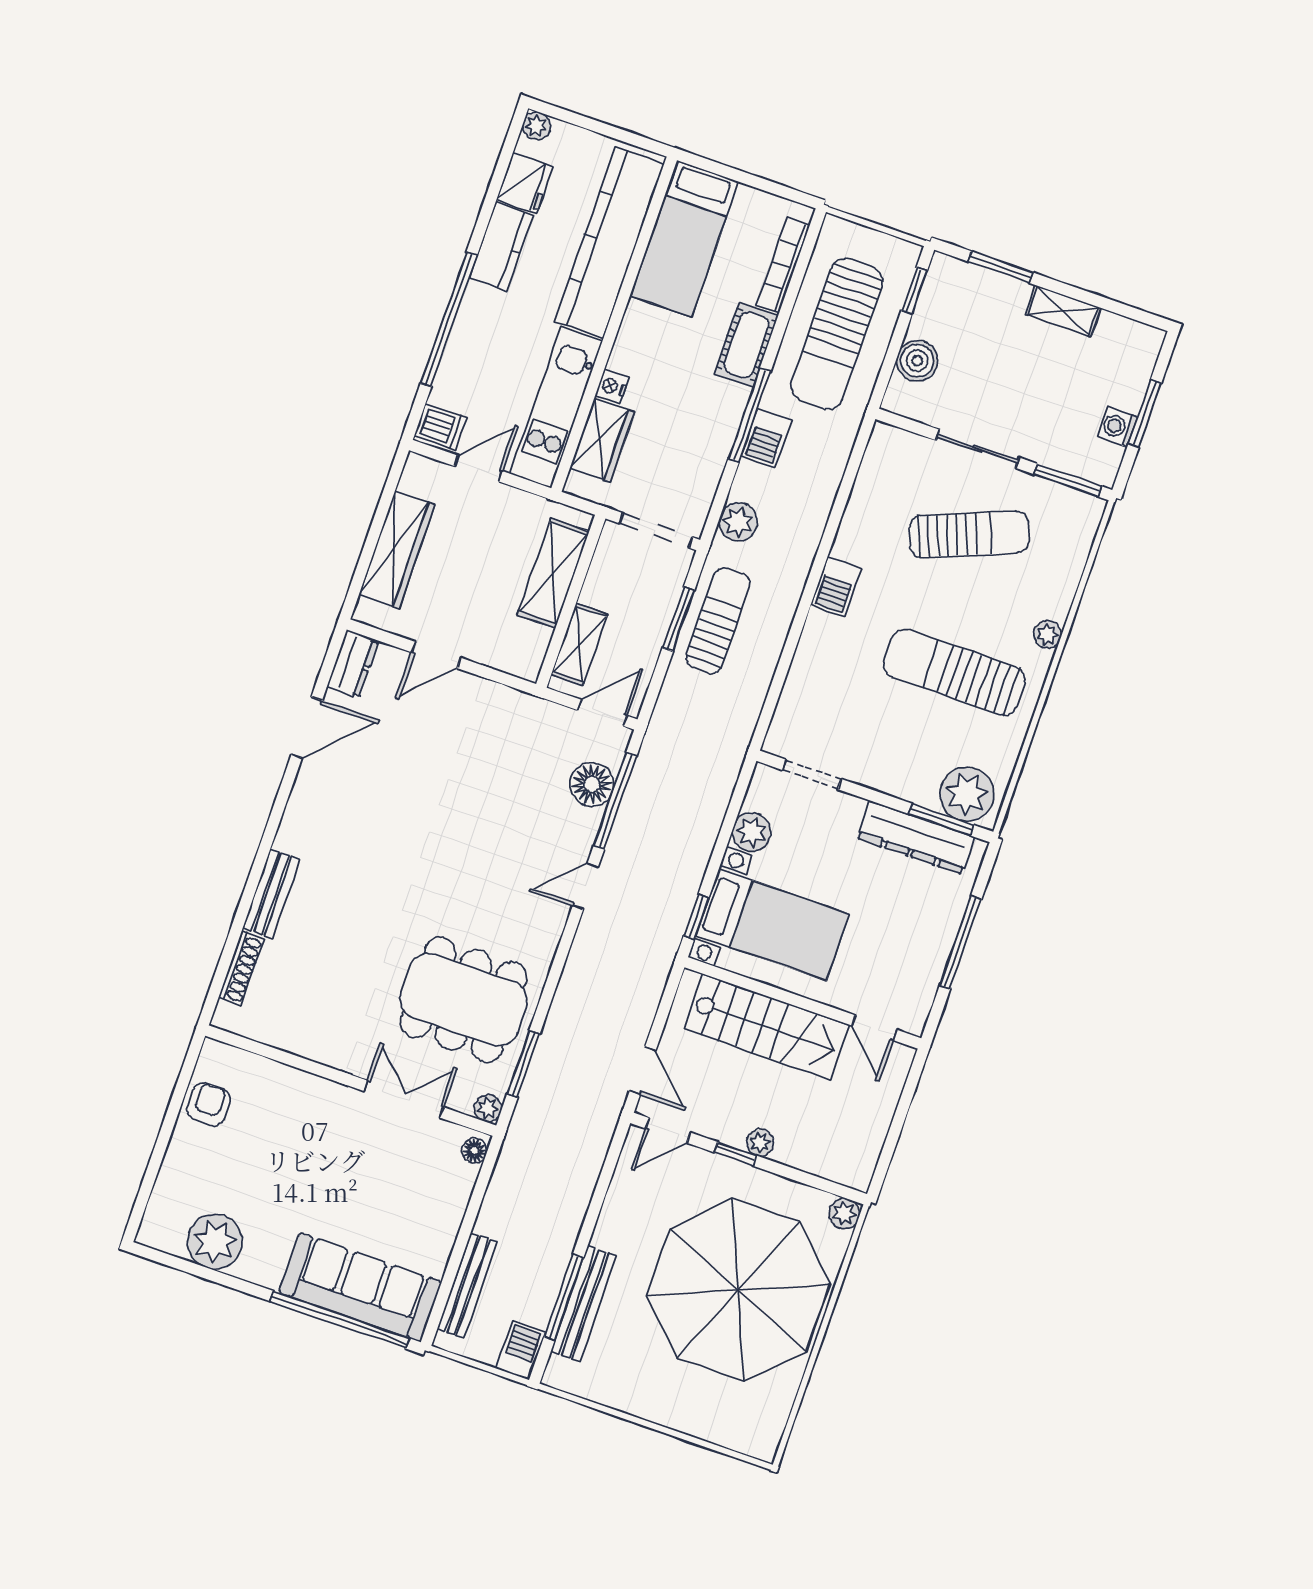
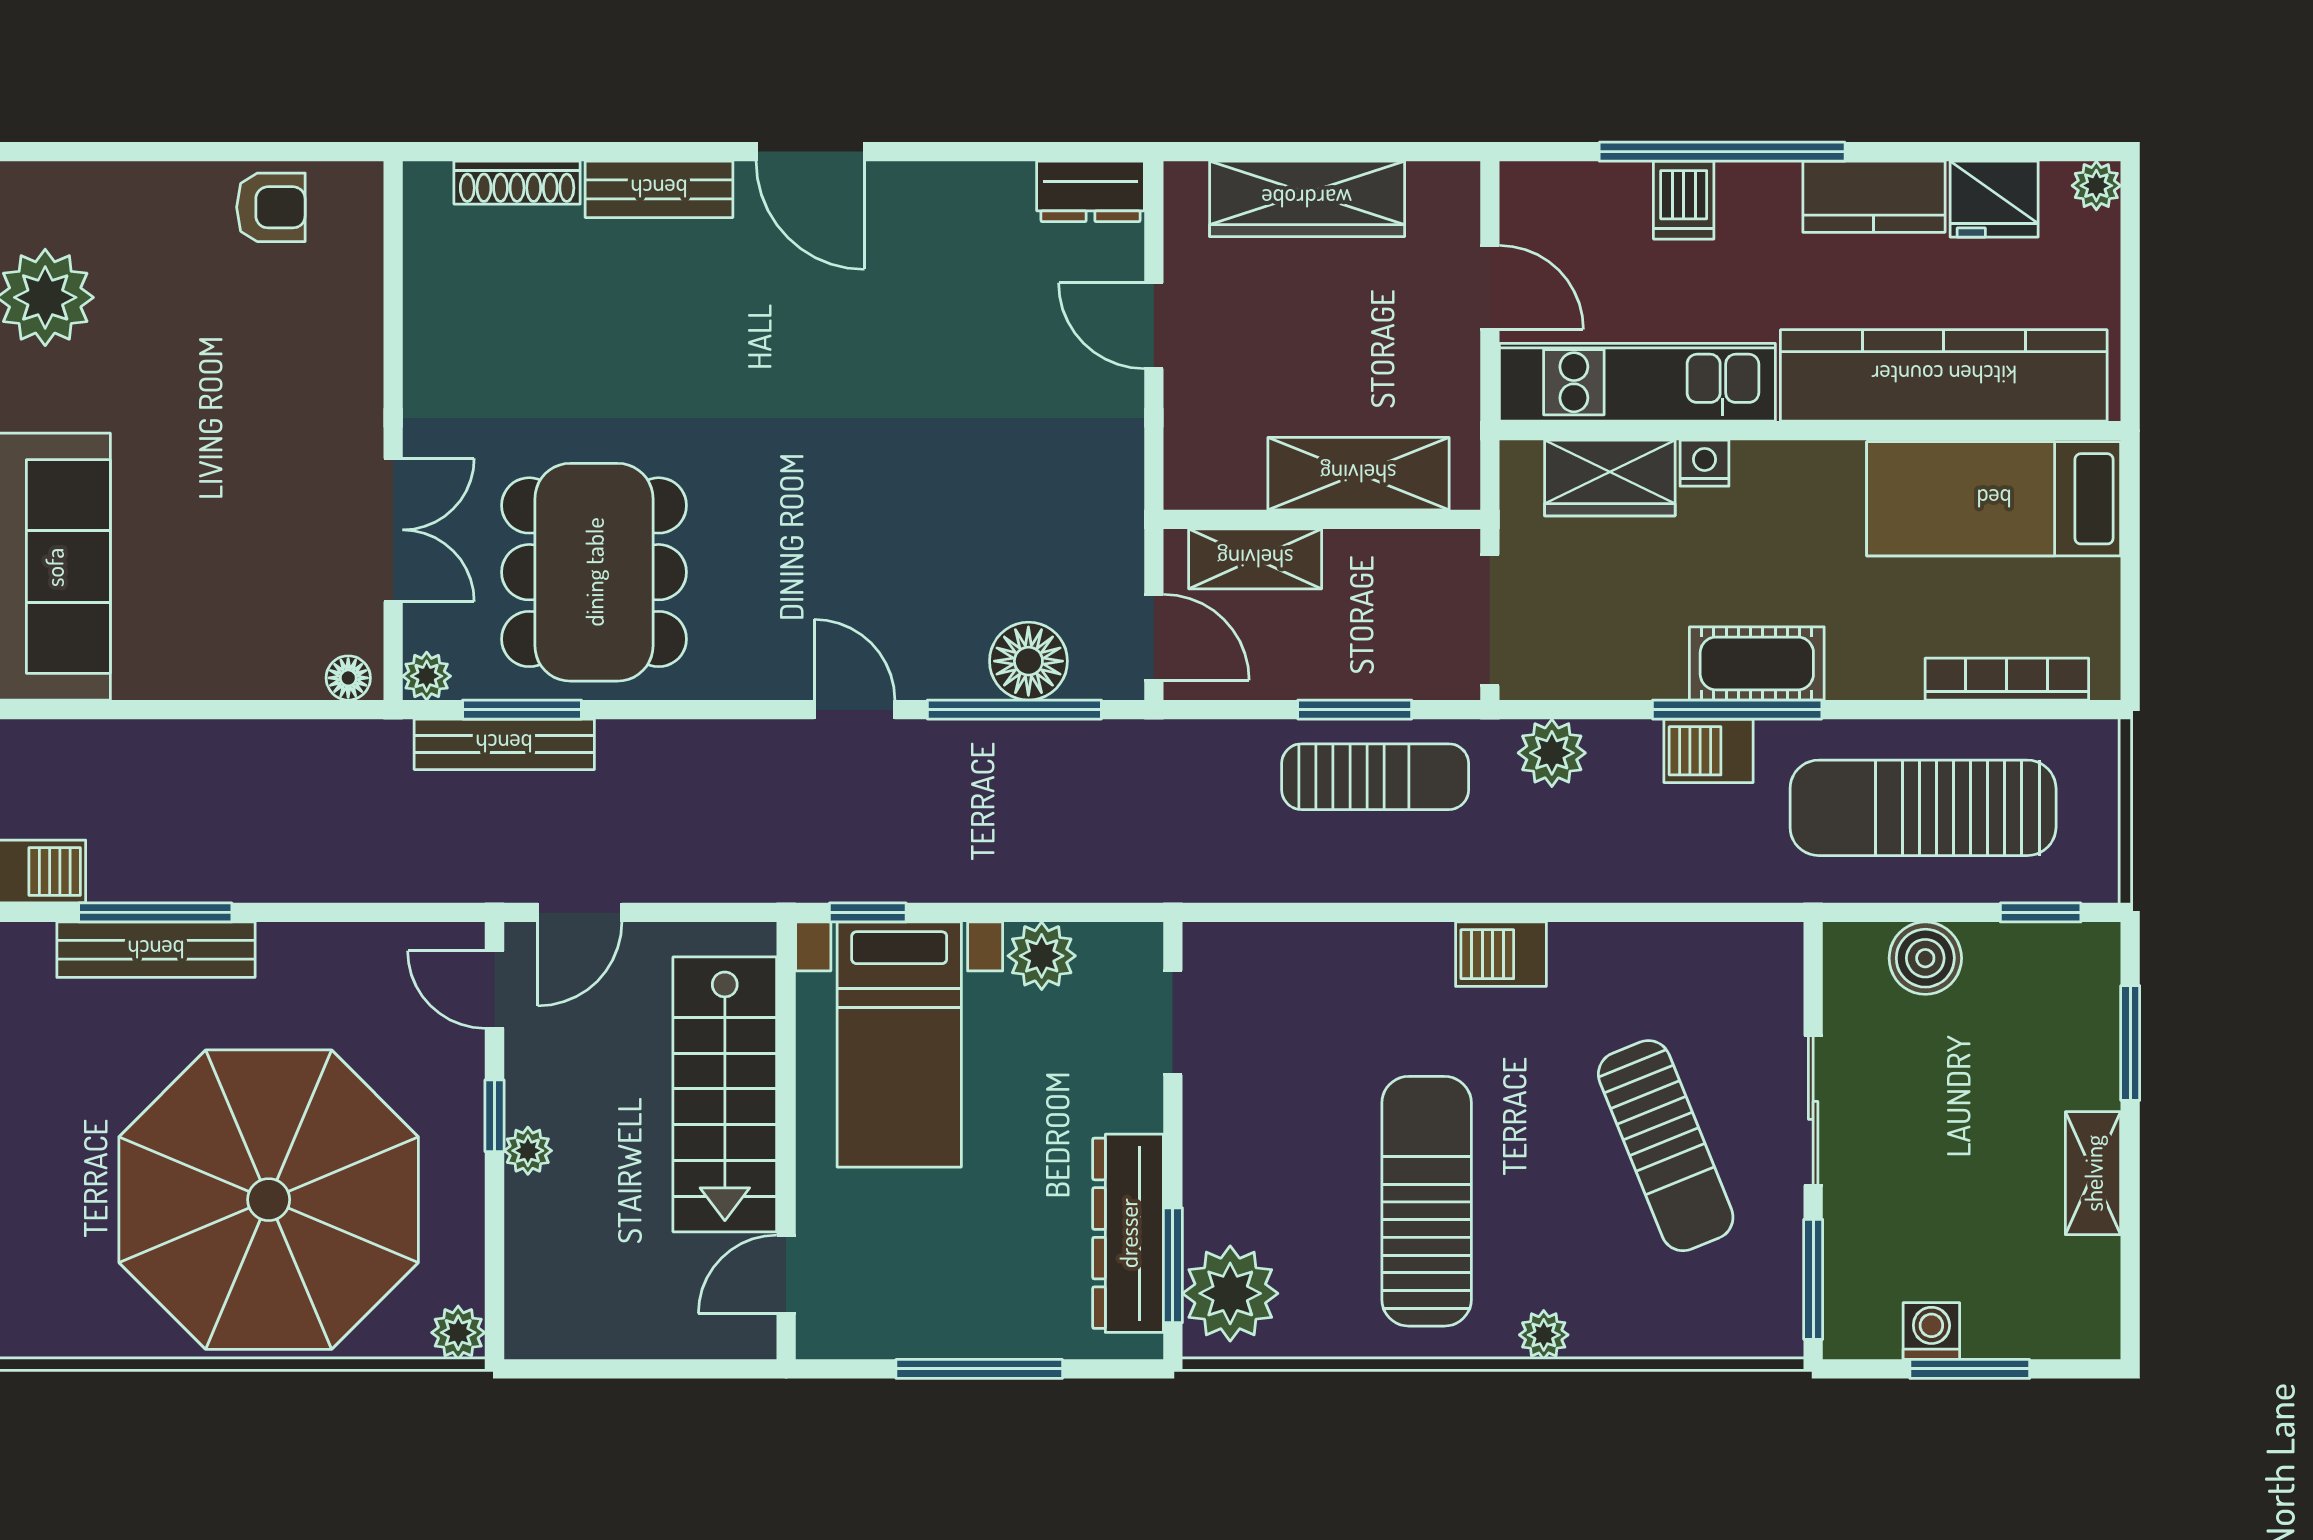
cot: (746, 345) -> (1757, 663), moved
dishwasher: (440, 427) -> (1684, 200), moved
door: (307, 728) -> (810, 152), moved
bench: (467, 1286) -> (504, 744), moved

